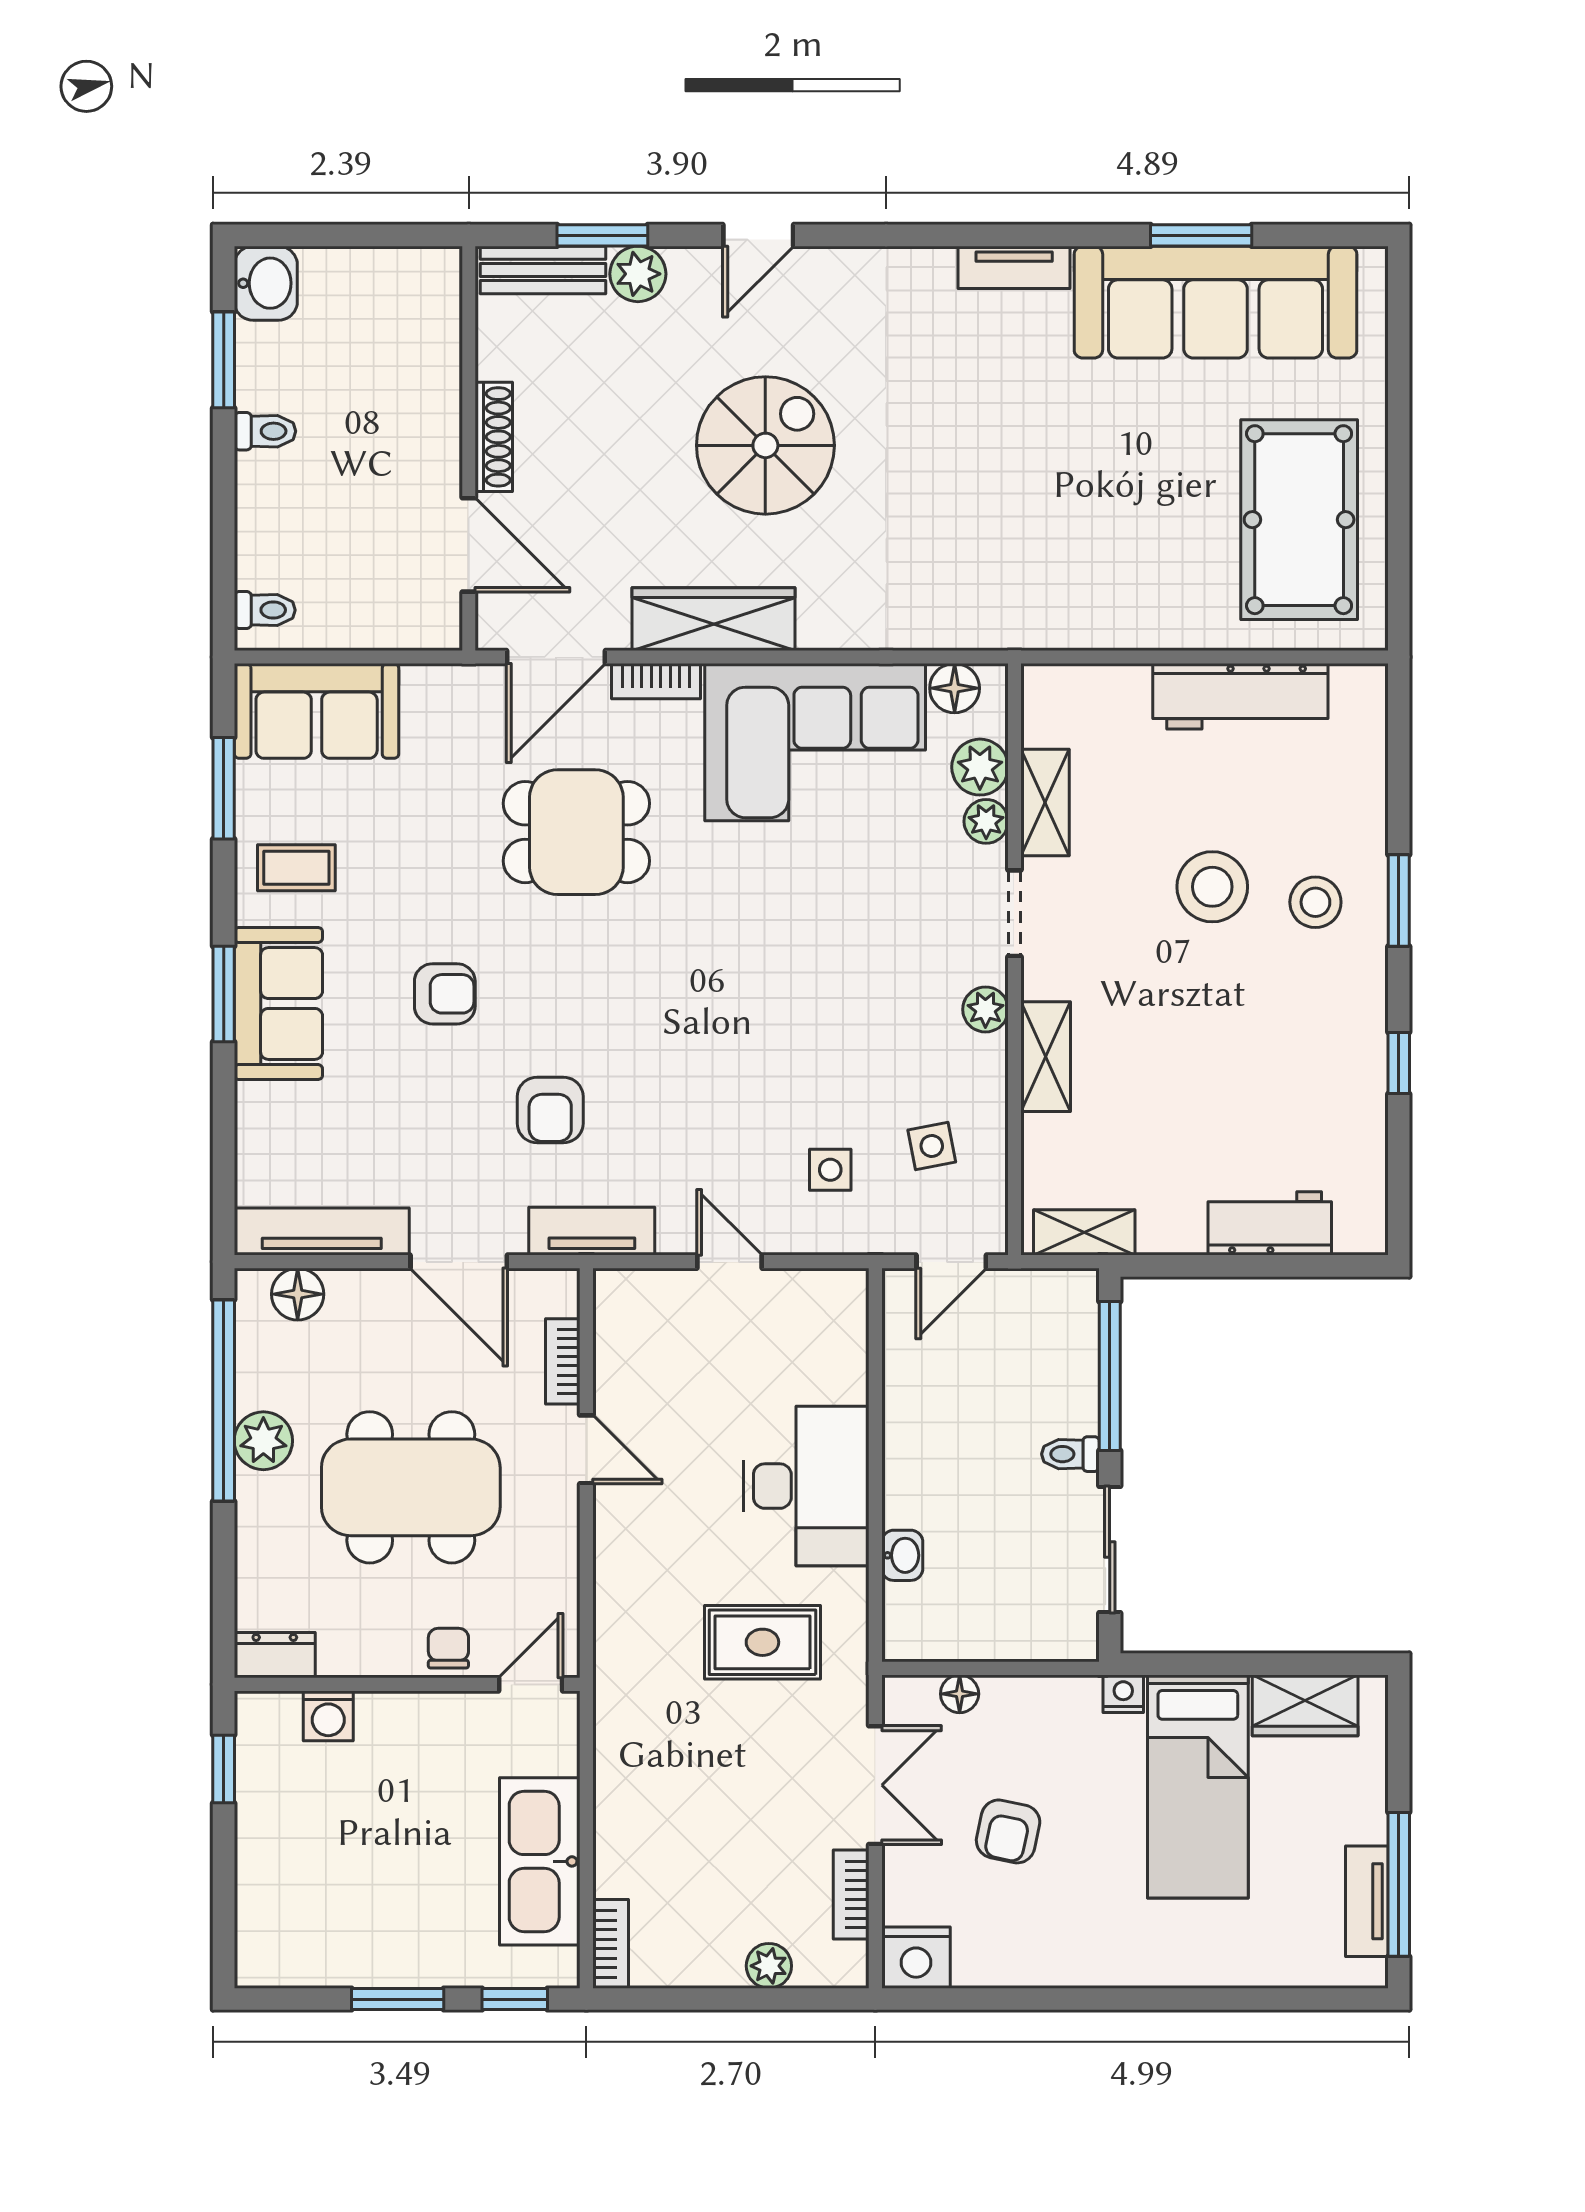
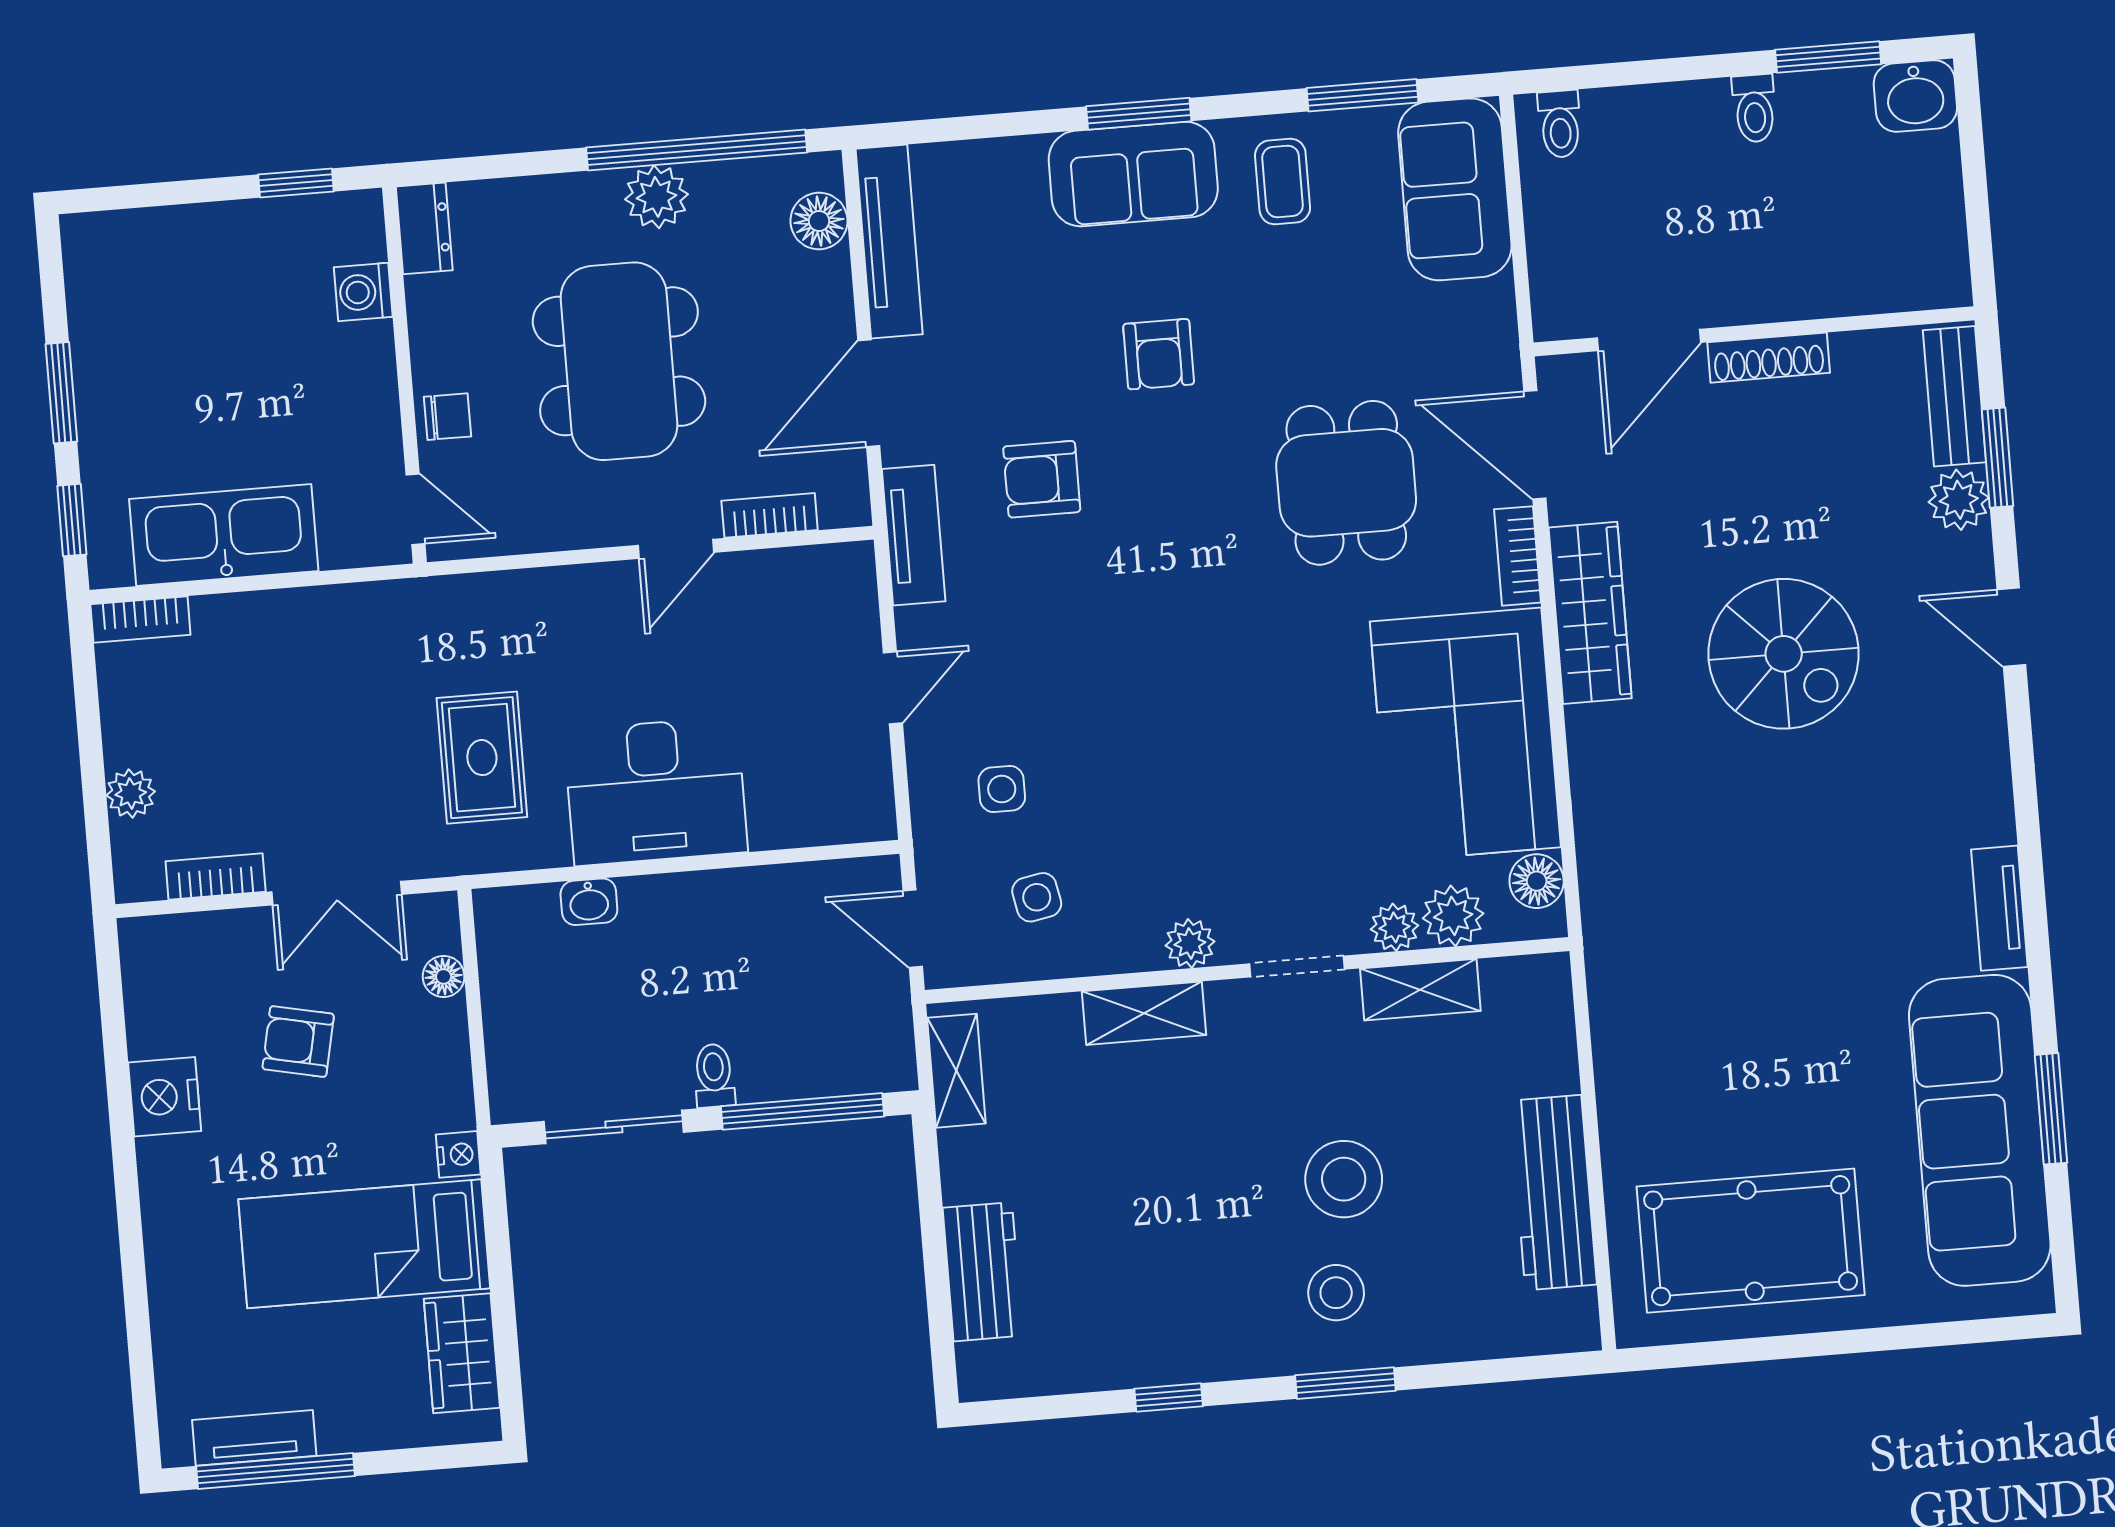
nightstand: (916, 1958) -> (165, 1097), moved

